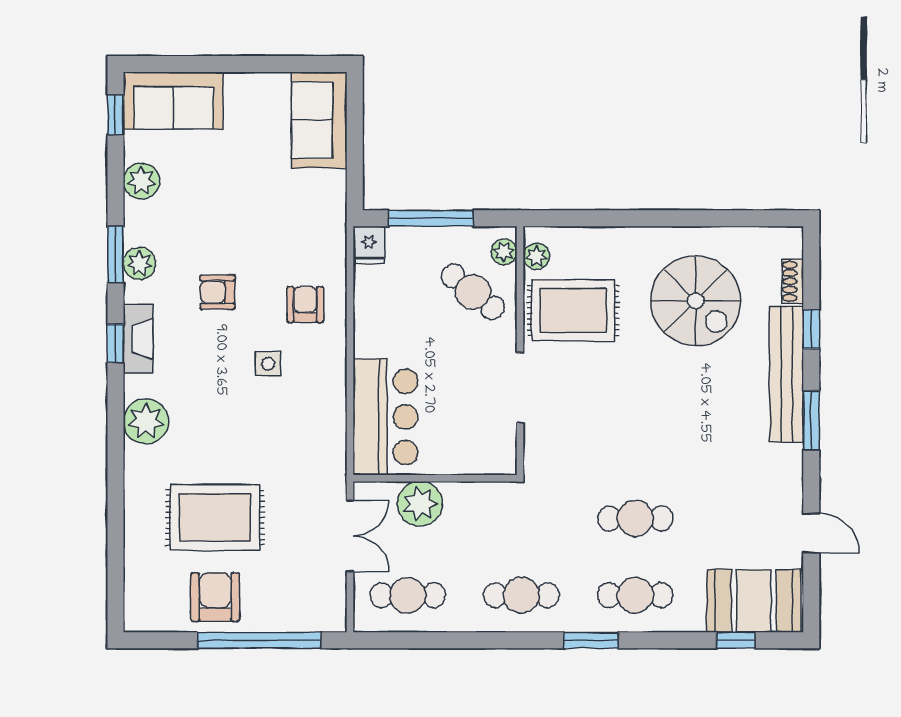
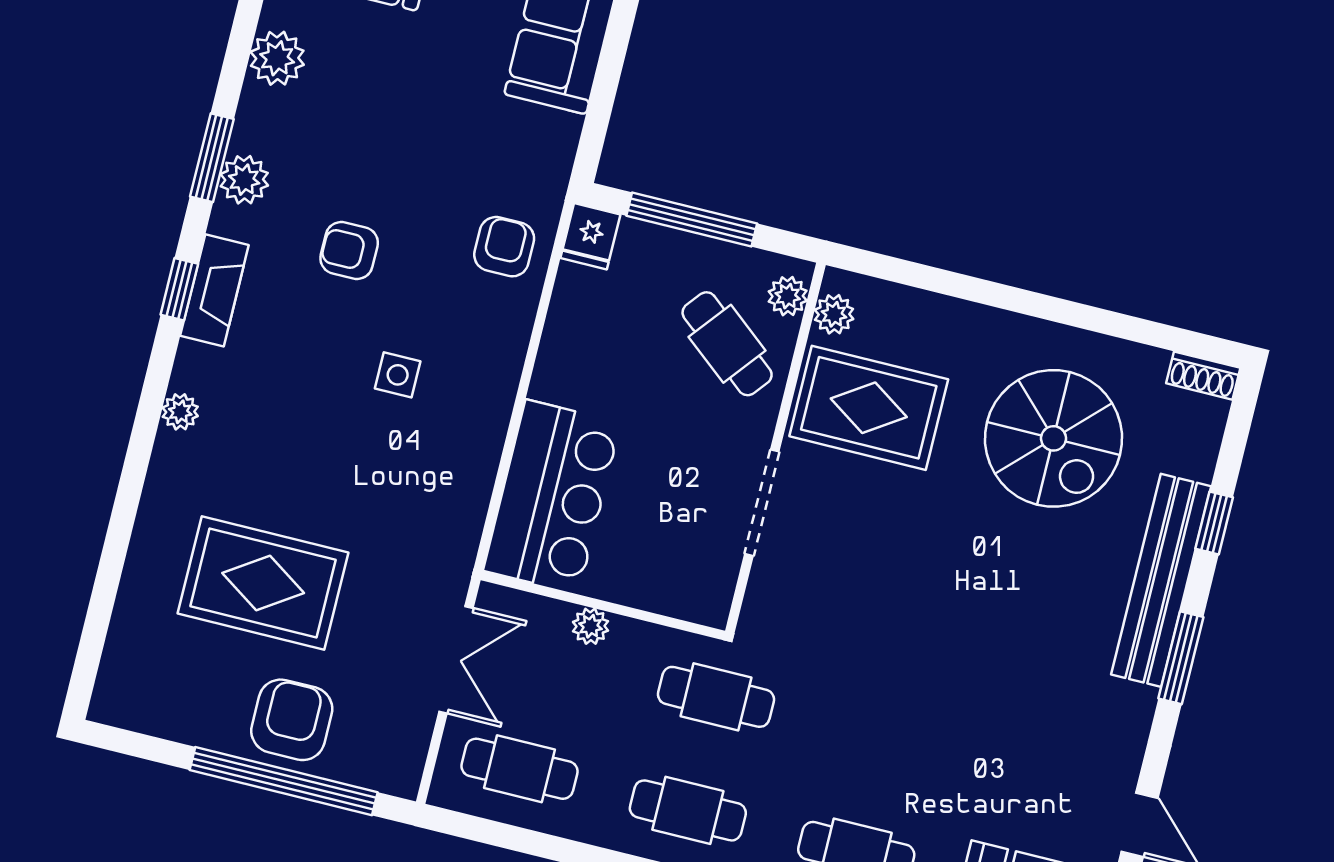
shoe rack: (793, 281) -> (1203, 376), moved, turned -90
armchair: (305, 305) -> (504, 247), moved
plant: (146, 421) -> (180, 412), width x0.53, depth x0.53
plant: (420, 504) -> (590, 626), width x0.53, depth x0.53
cafe table: (635, 519) -> (716, 697), moved
armchair: (215, 597) -> (292, 720), moved

